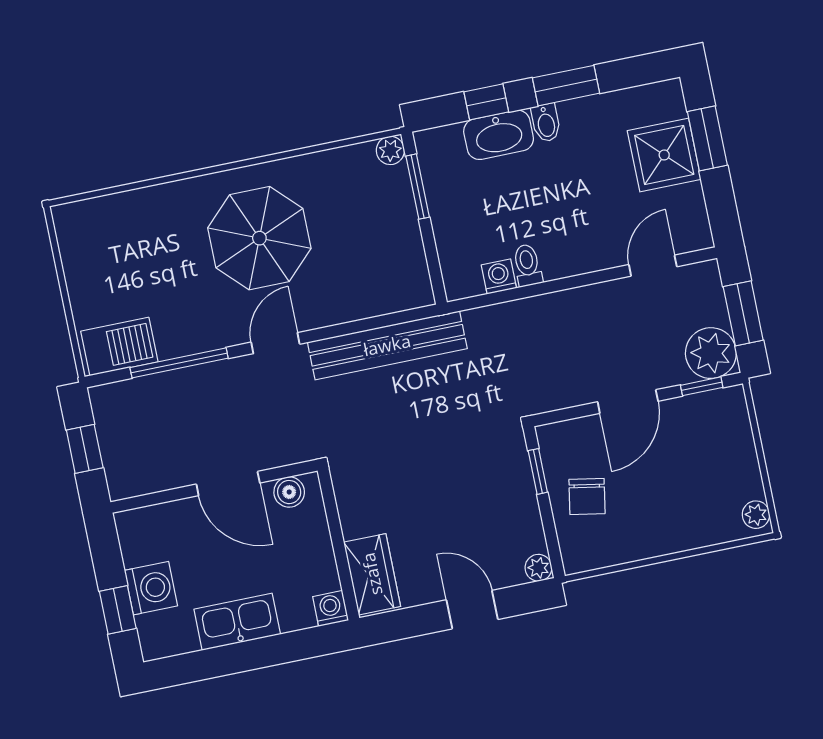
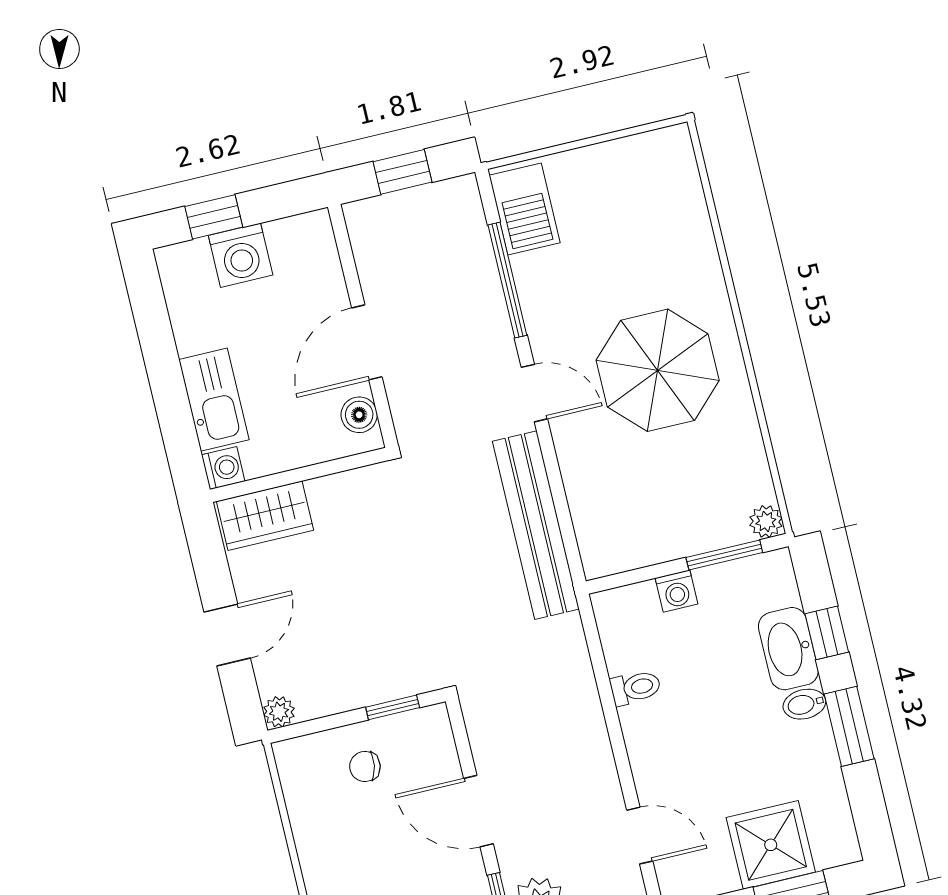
washing machine: (499, 276) -> (677, 591), moved, turned 90
chair: (587, 496) -> (365, 766), width x0.73, depth x0.73
kitchen sink: (237, 622) -> (214, 400), moved

